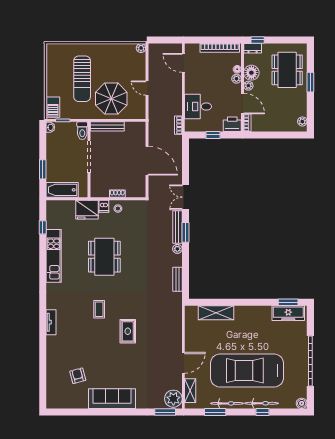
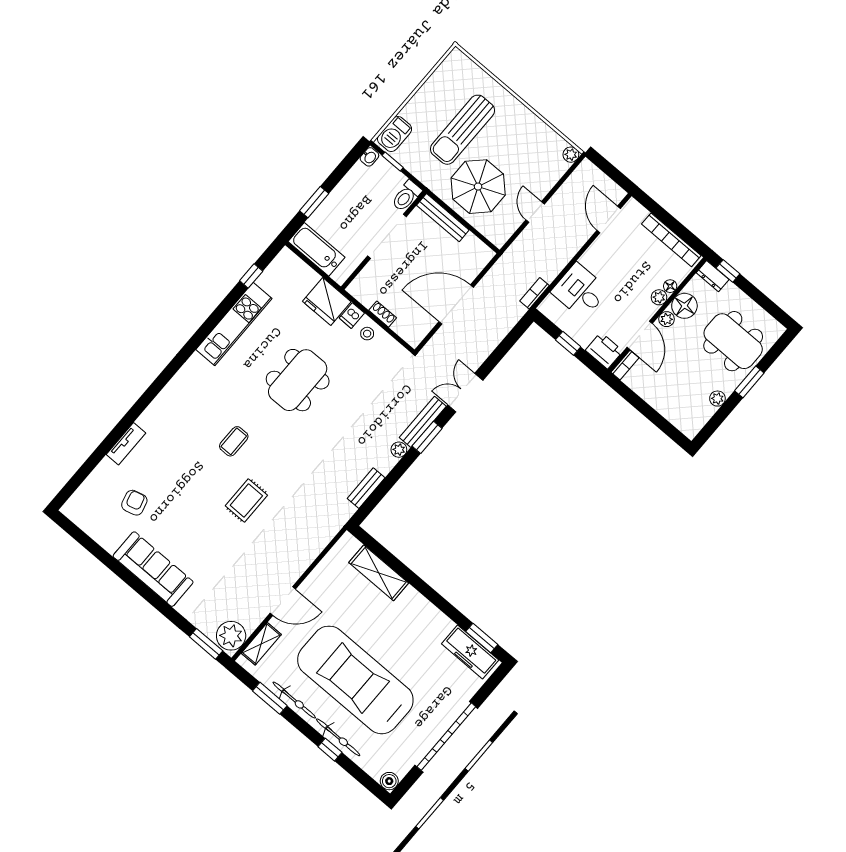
dining table: (287, 70) -> (733, 341), turned 90
plant: (302, 121) -> (717, 399), moved
door: (147, 161) -> (456, 305), swing flipped
tv unit: (51, 322) -> (126, 444), moved

